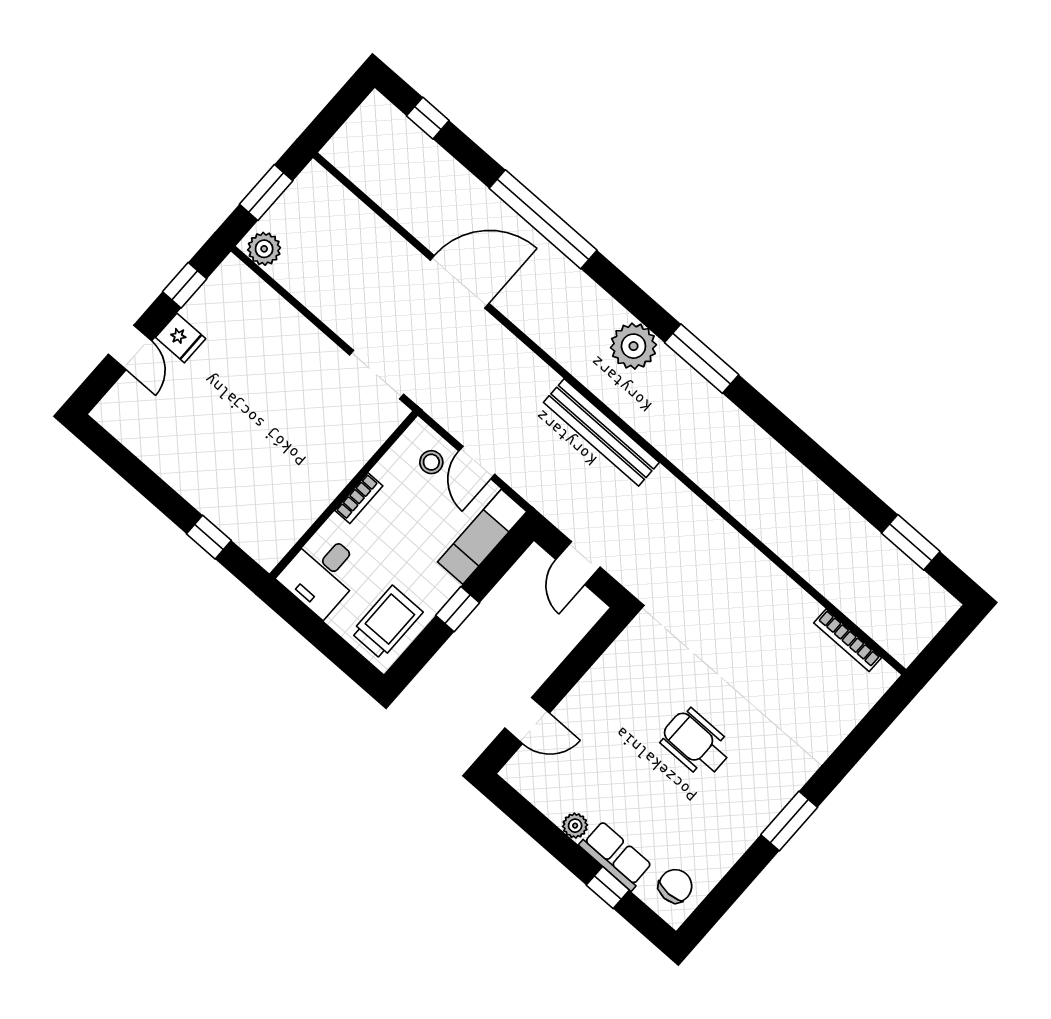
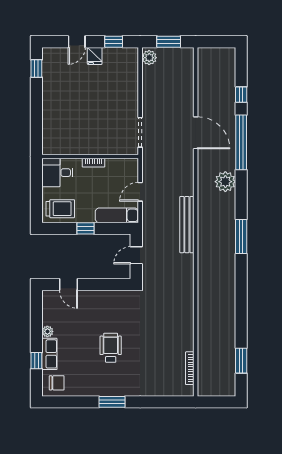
window: (428, 118) -> (241, 95), moved
plant: (633, 346) -> (225, 182), moved
stool: (431, 462) -> (127, 176), removed
window: (209, 537) -> (36, 68), moved

